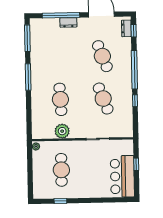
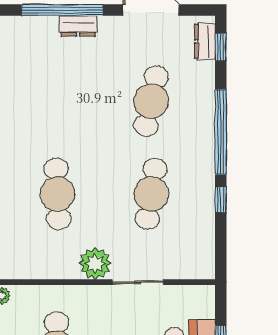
cafe table: (102, 56) -> (151, 101), turned 33
cafe table: (103, 99) -> (151, 194), turned 30
plant: (62, 131) -> (95, 263), moved

